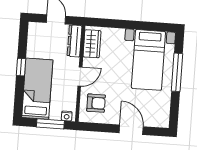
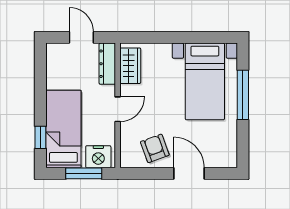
window: (21, 67) -> (40, 137), moved
armchair: (96, 103) -> (155, 148), moved, turned -110
nightstand: (67, 116) -> (98, 157), width x1.89, depth x1.79

